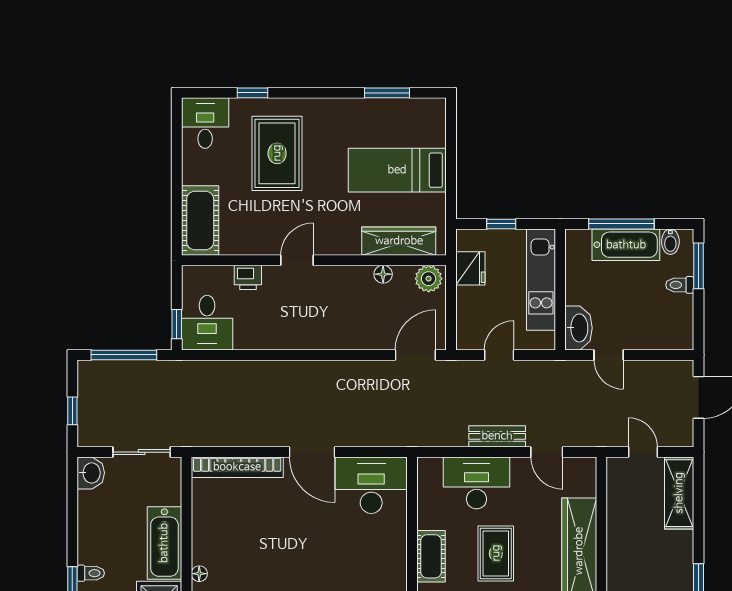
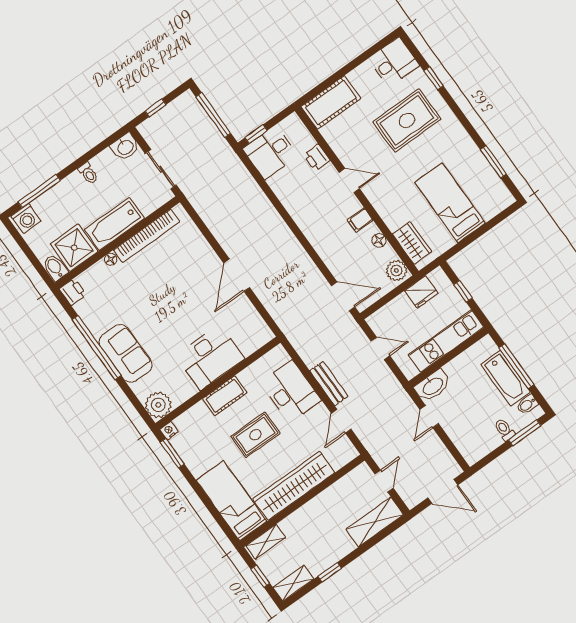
wardrobe: (399, 241) -> (412, 243), width x0.67
filing cabinet: (347, 279) -> (360, 220), added
bookcase: (237, 467) -> (147, 236), moved, turned -90
desk: (371, 485) -> (210, 357), moved, turned 90
toilet: (91, 573) -> (88, 173), moved

